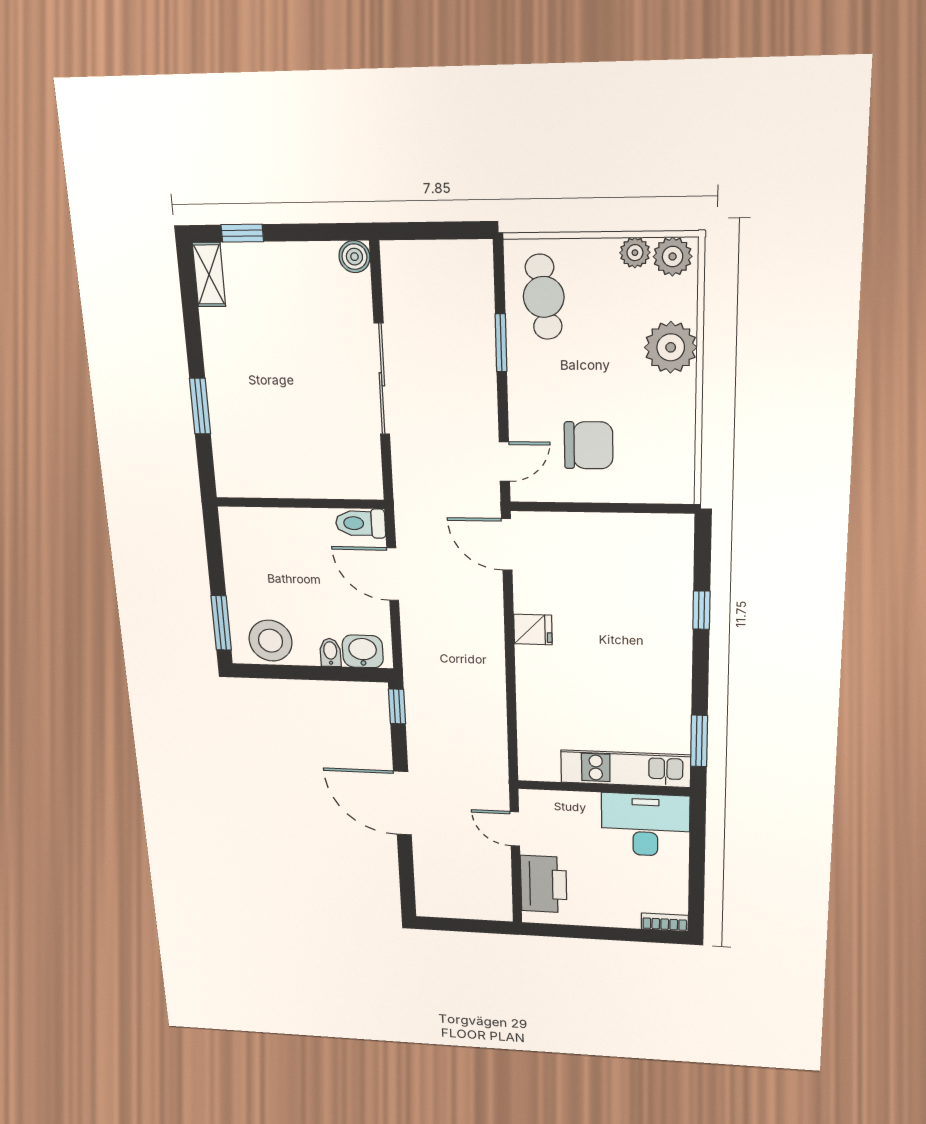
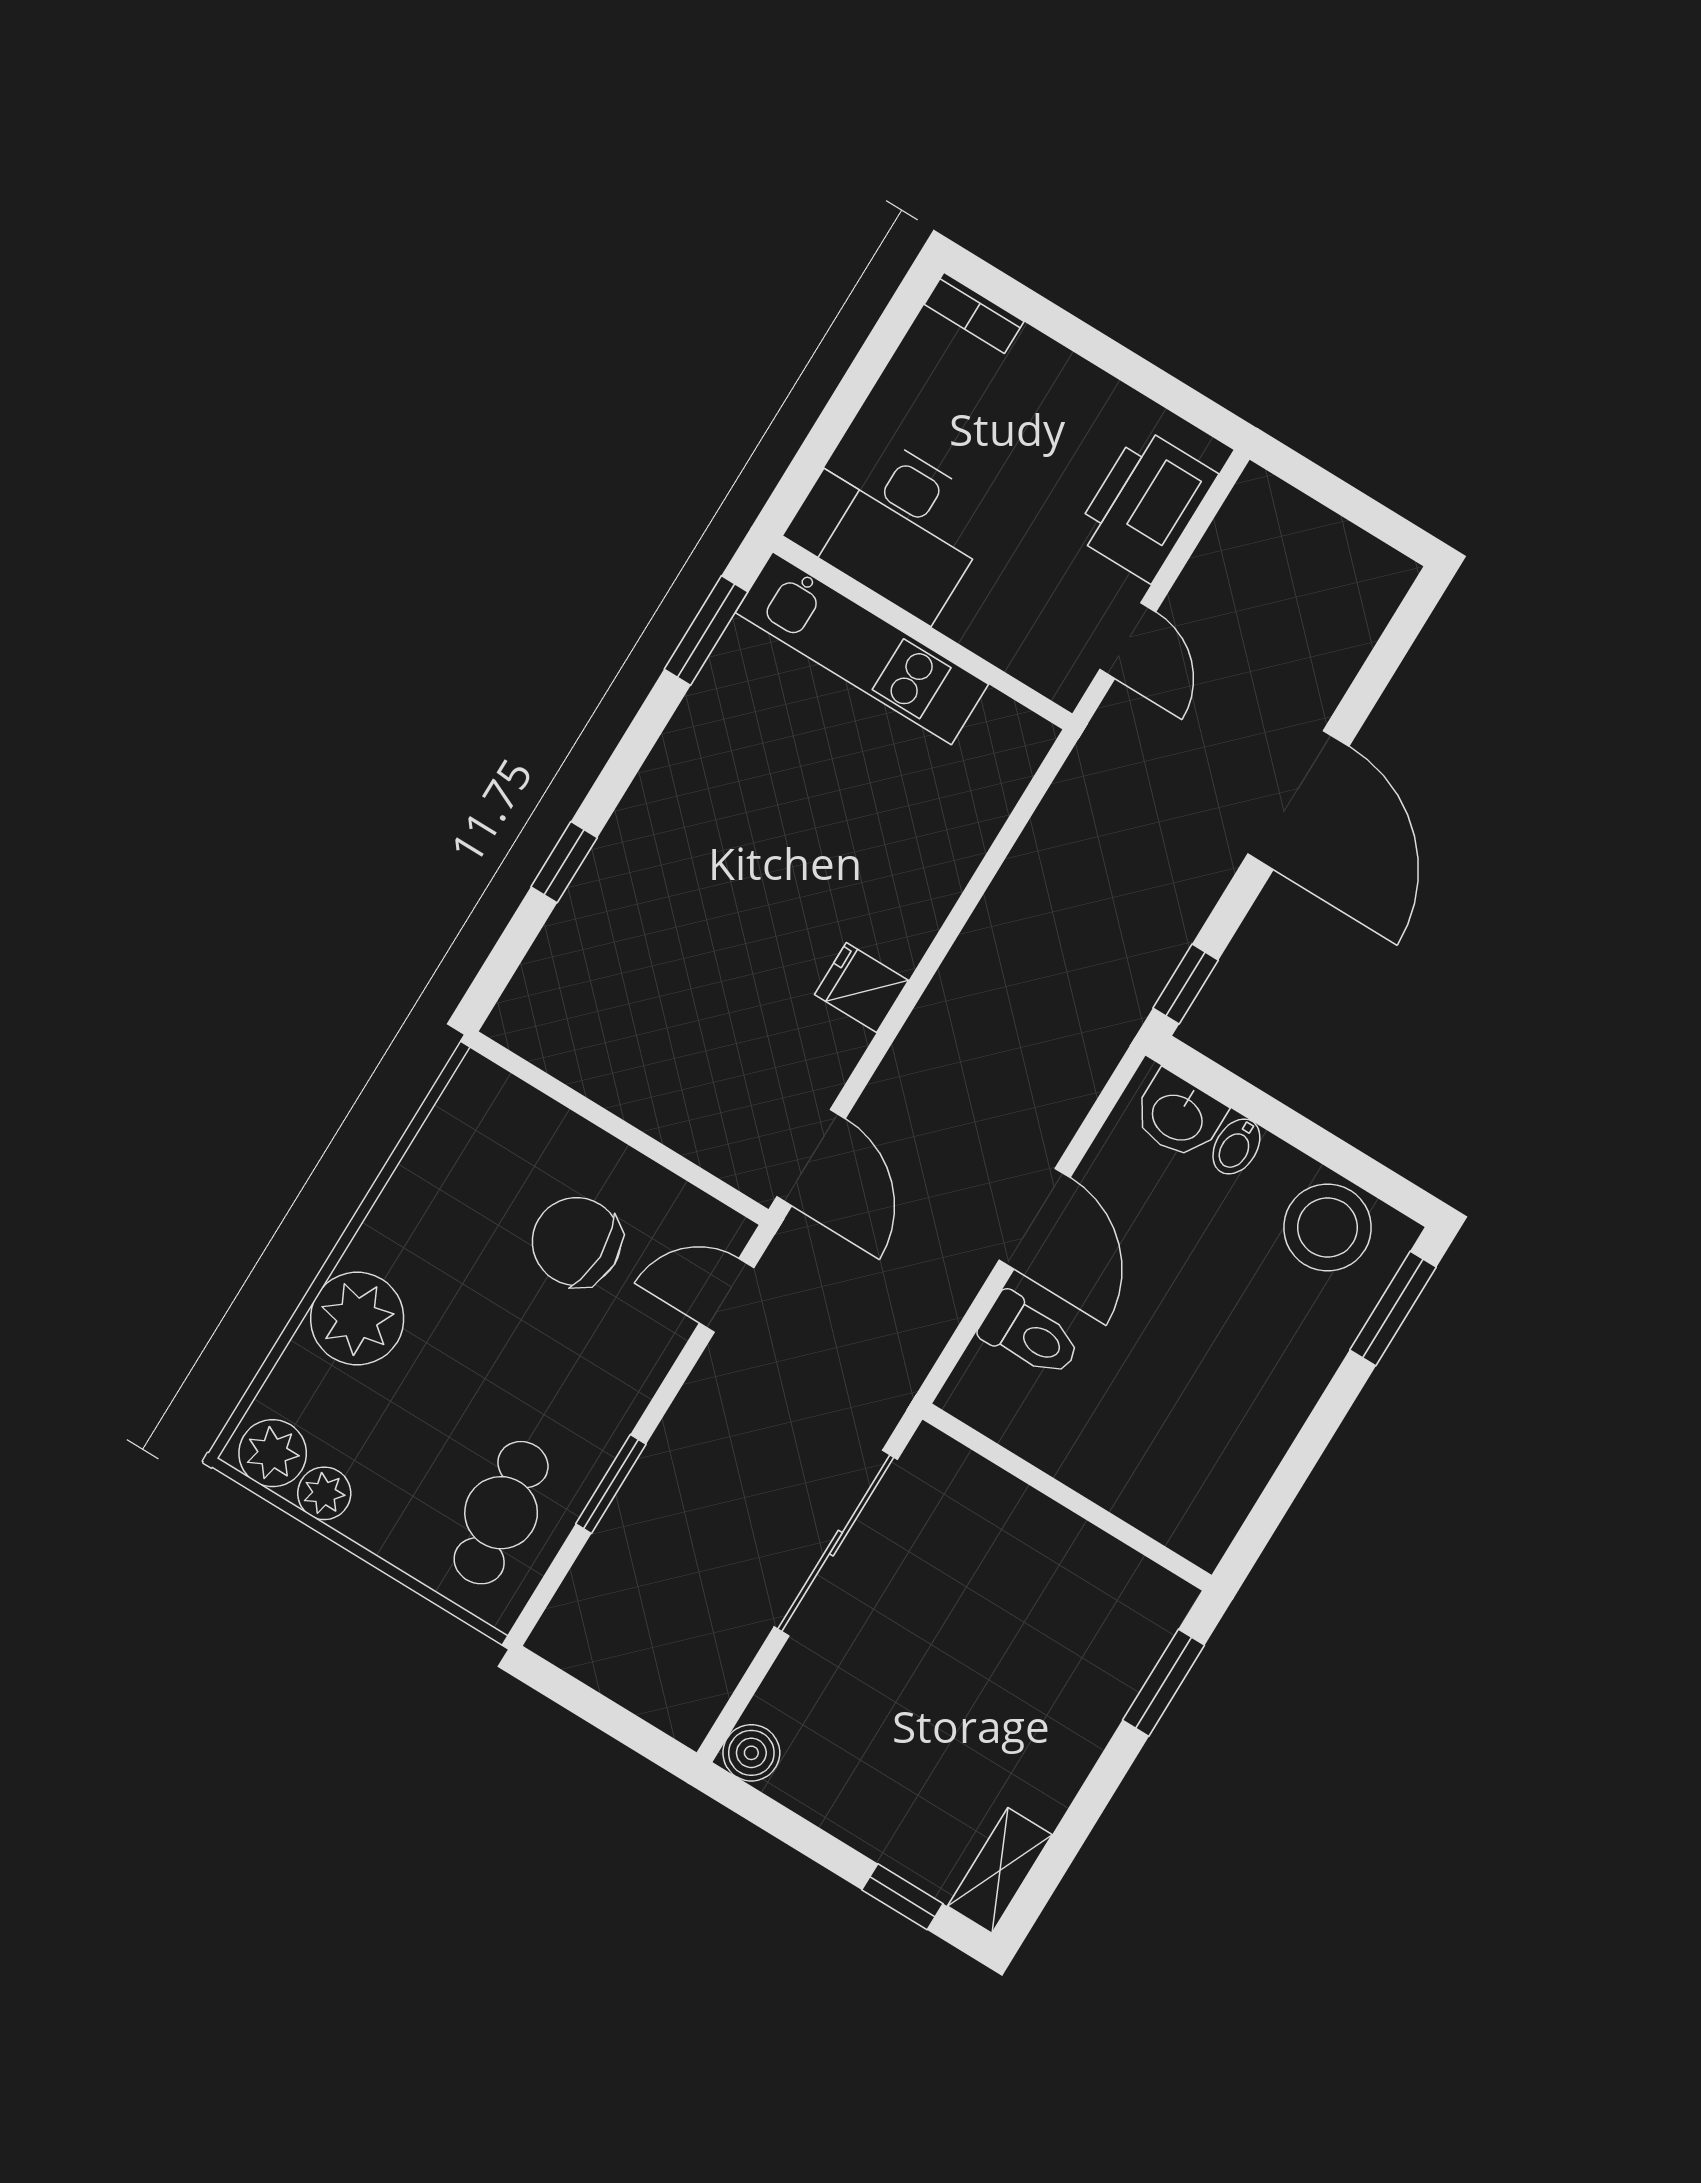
wall: (300, 503) -> (1067, 1497), moved

